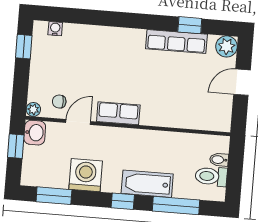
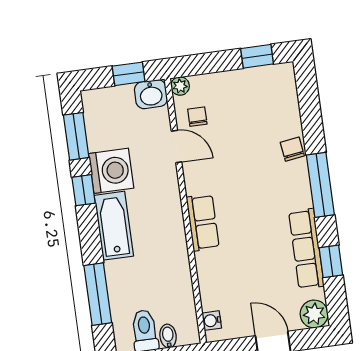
window: (131, 20) -> (320, 185), added
water cooler: (55, 29) -> (212, 321), moved, turned 180
chair: (99, 36) -> (292, 149), added
row of seats: (118, 113) -> (203, 223), moved
bathtub: (147, 184) -> (114, 226), moved
window: (123, 201) -> (84, 190), moved

